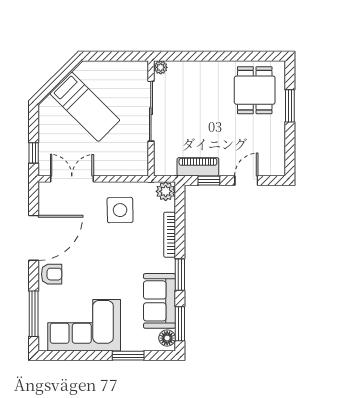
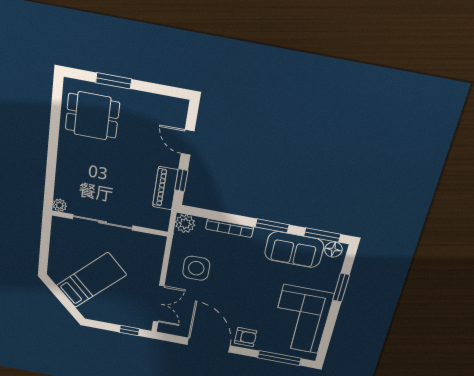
double door: (72, 179) -> (159, 304), swing flipped
armchair: (52, 274) -> (246, 337), turned 90

